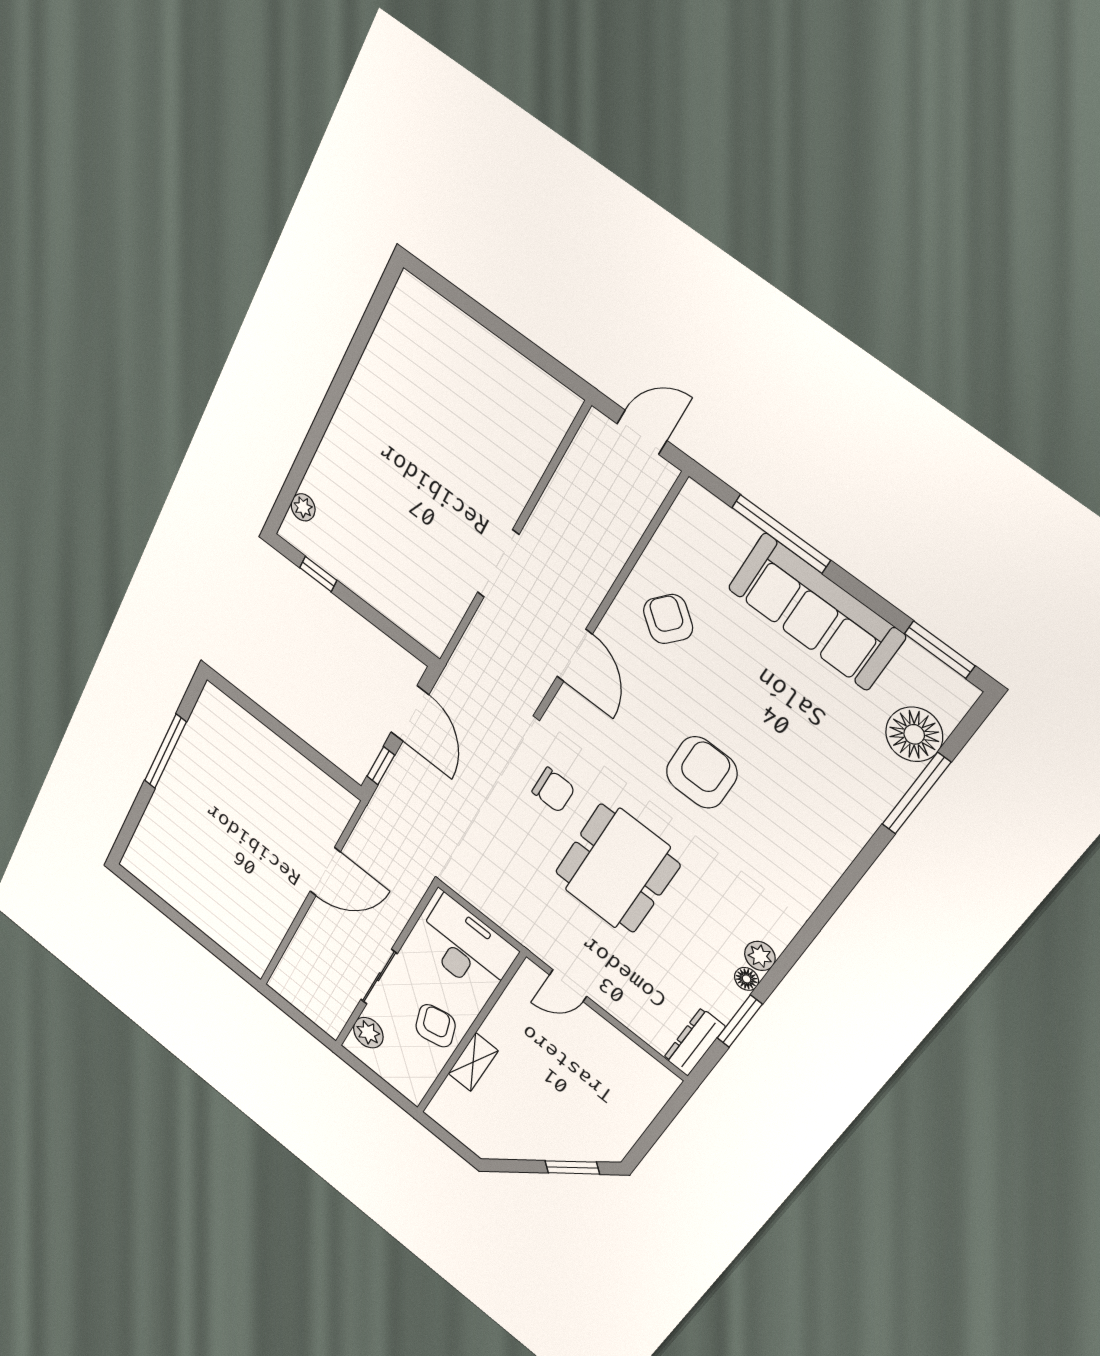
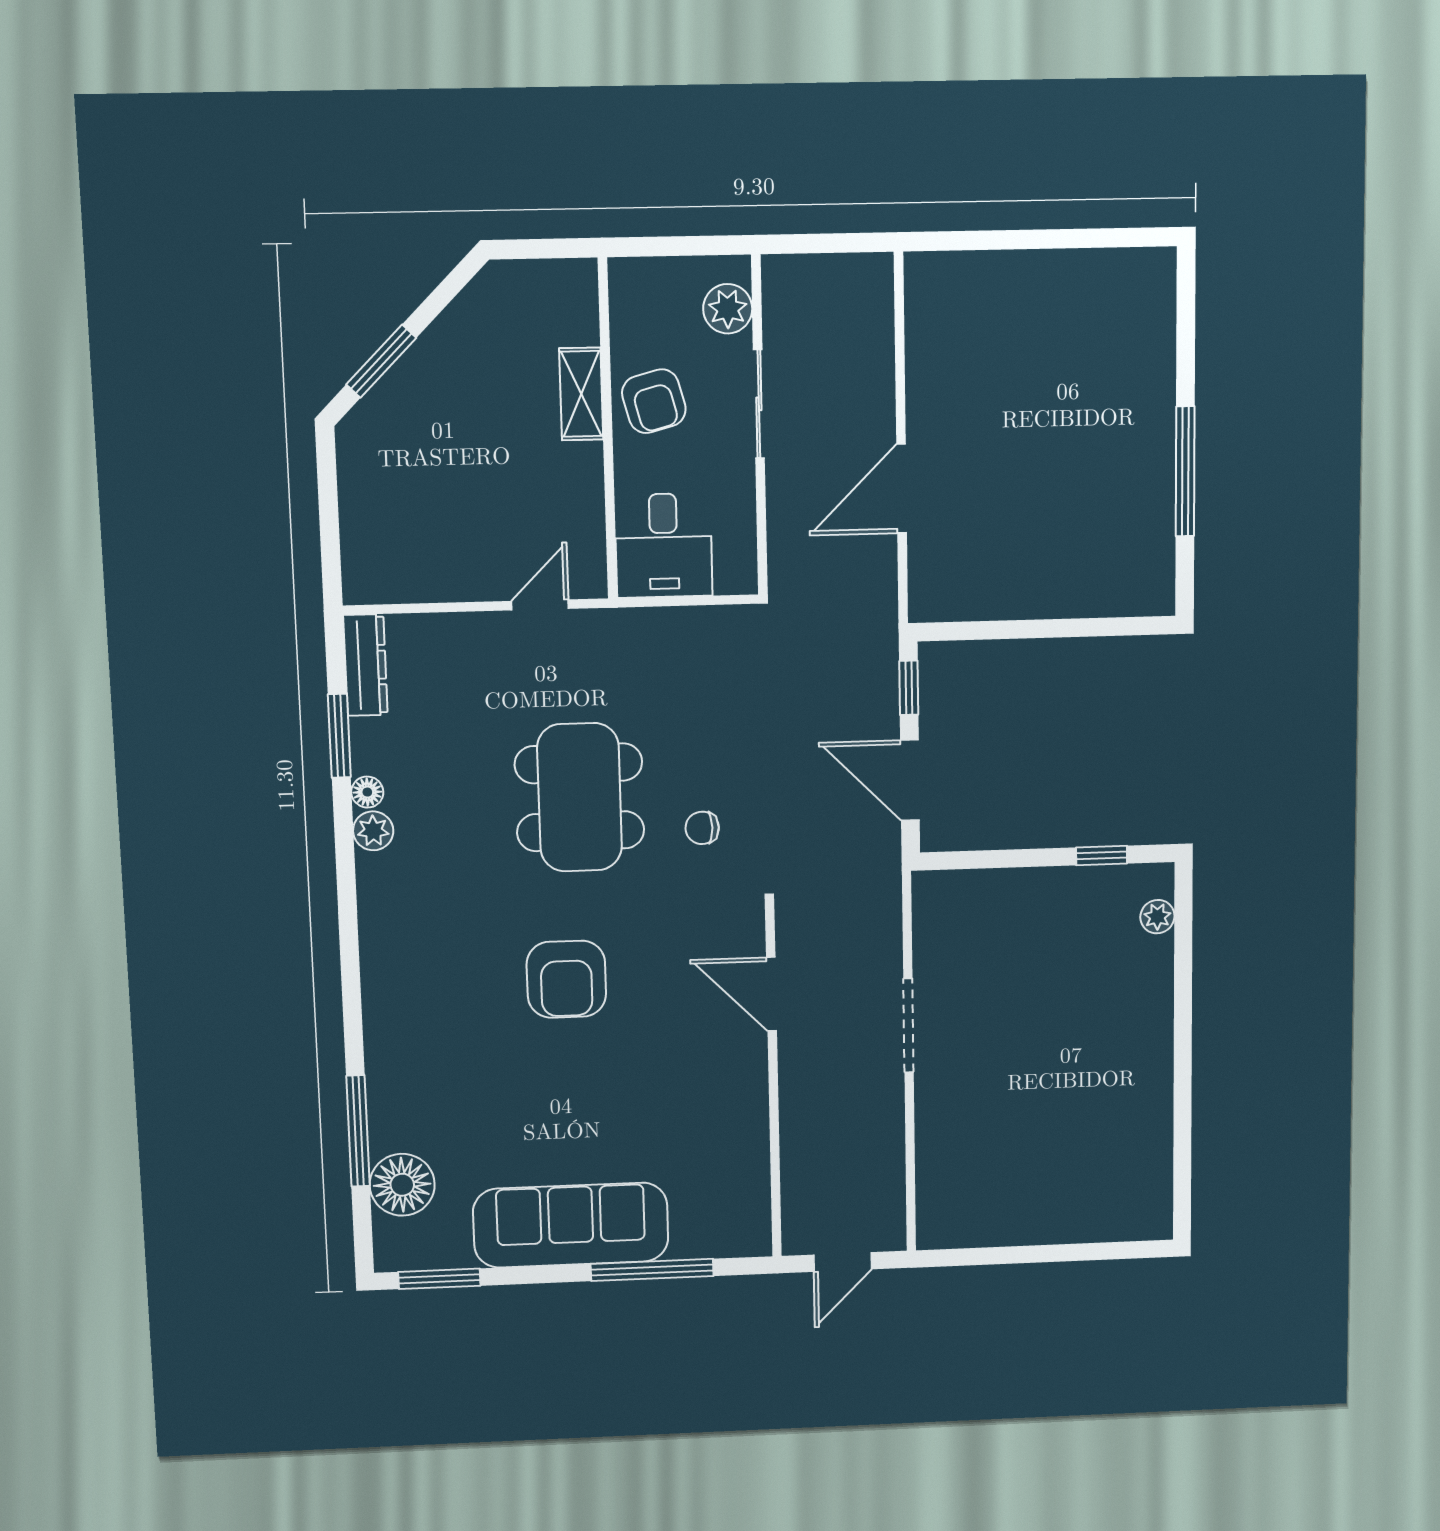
armchair: (668, 619) -> (703, 1107), removed
chair: (553, 790) -> (702, 828), width x0.73, depth x0.73
desk: (466, 947) -> (664, 545), width x0.73

